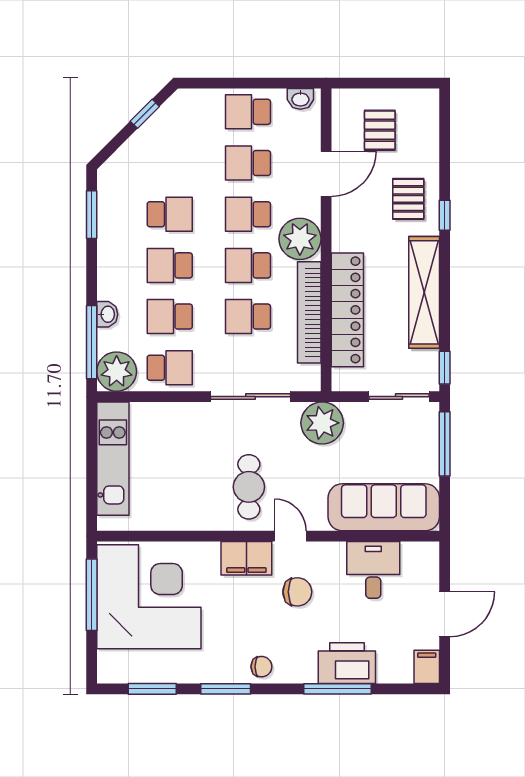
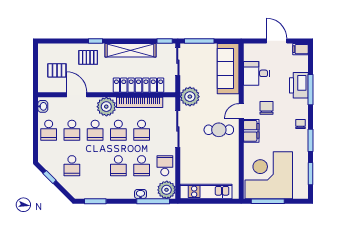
school desk: (170, 214) -> (72, 166), moved, turned 180

